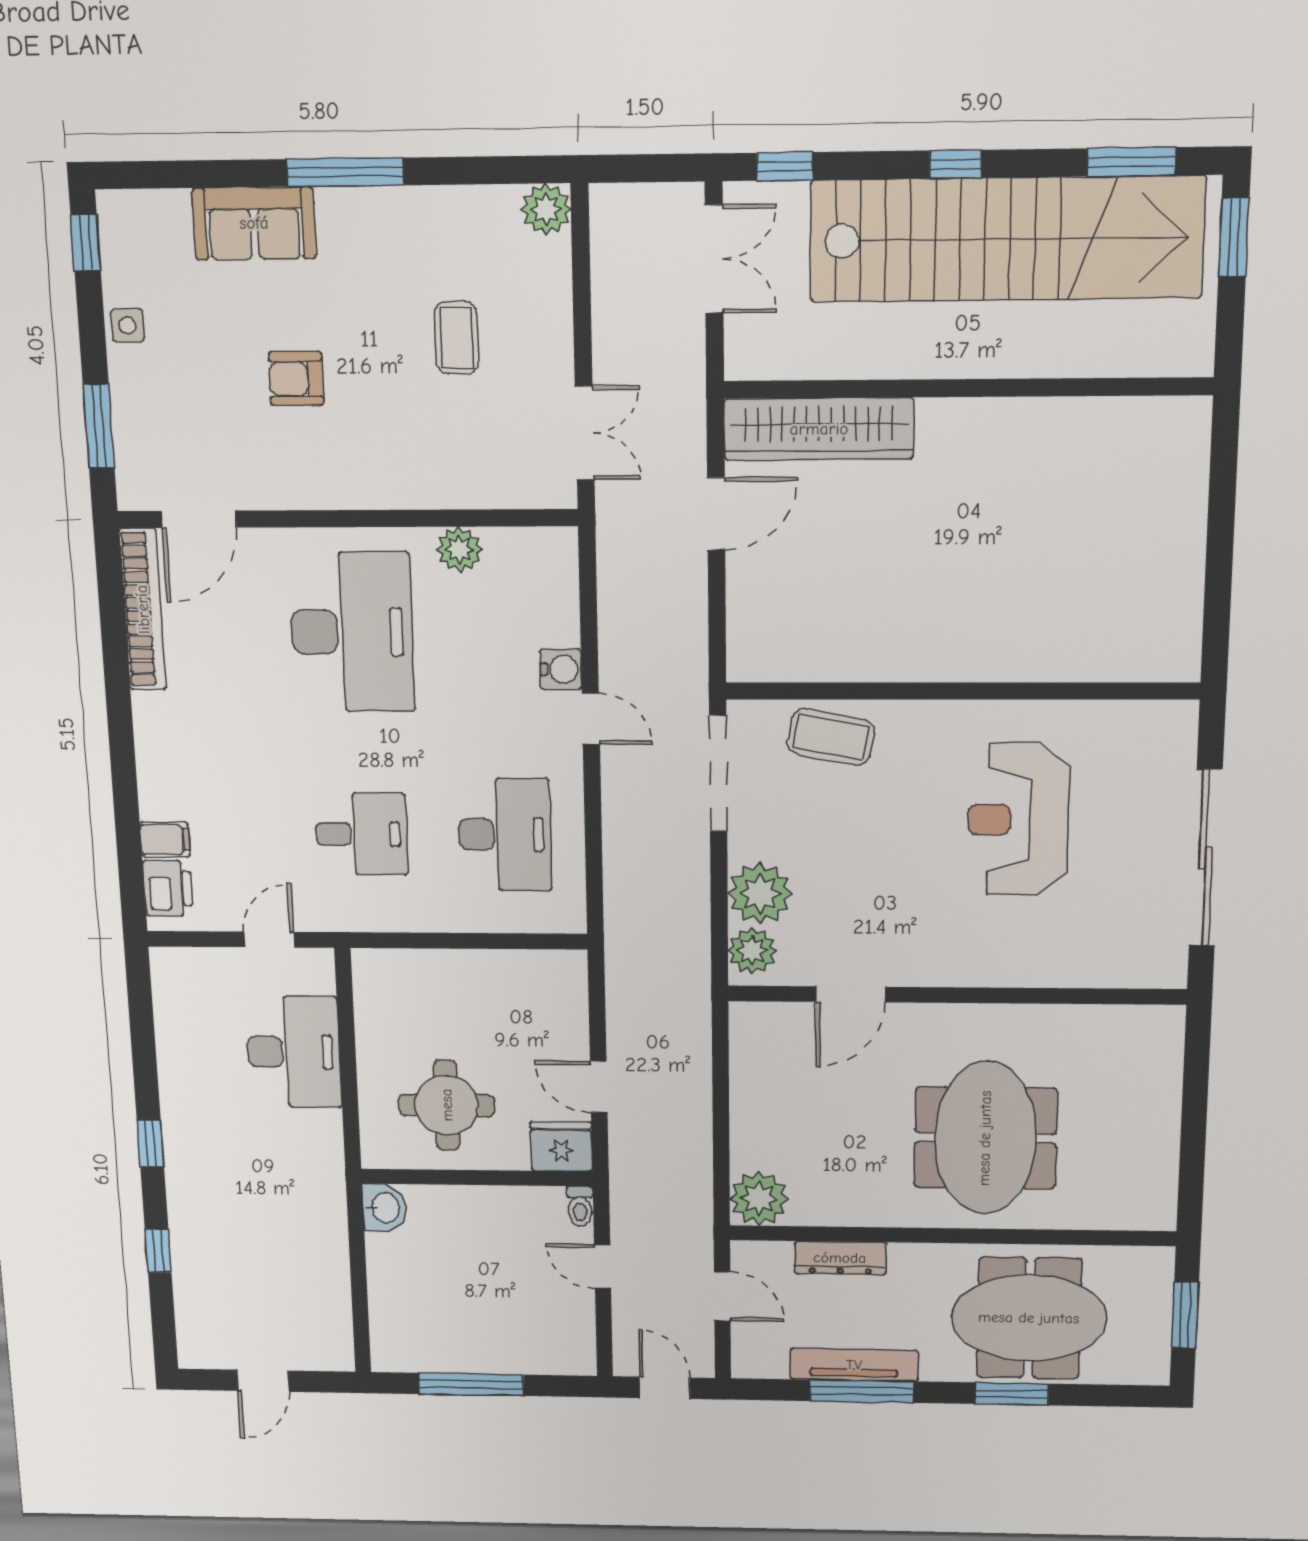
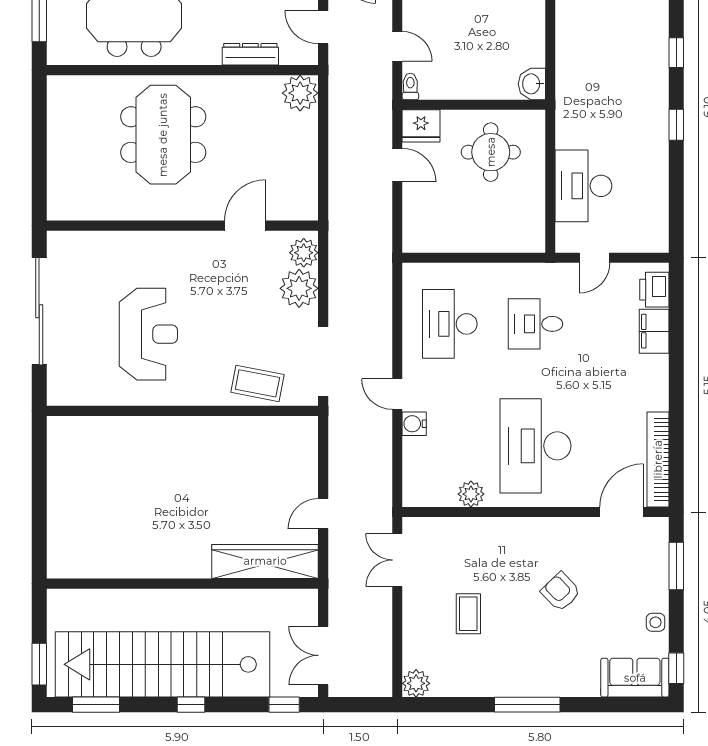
sofa: (254, 223) -> (635, 678), moved
armchair: (296, 379) -> (561, 592), turned -134
door: (716, 514) -> (323, 514), width x0.73
filing cabinet: (165, 839) -> (654, 331), width x2.00

